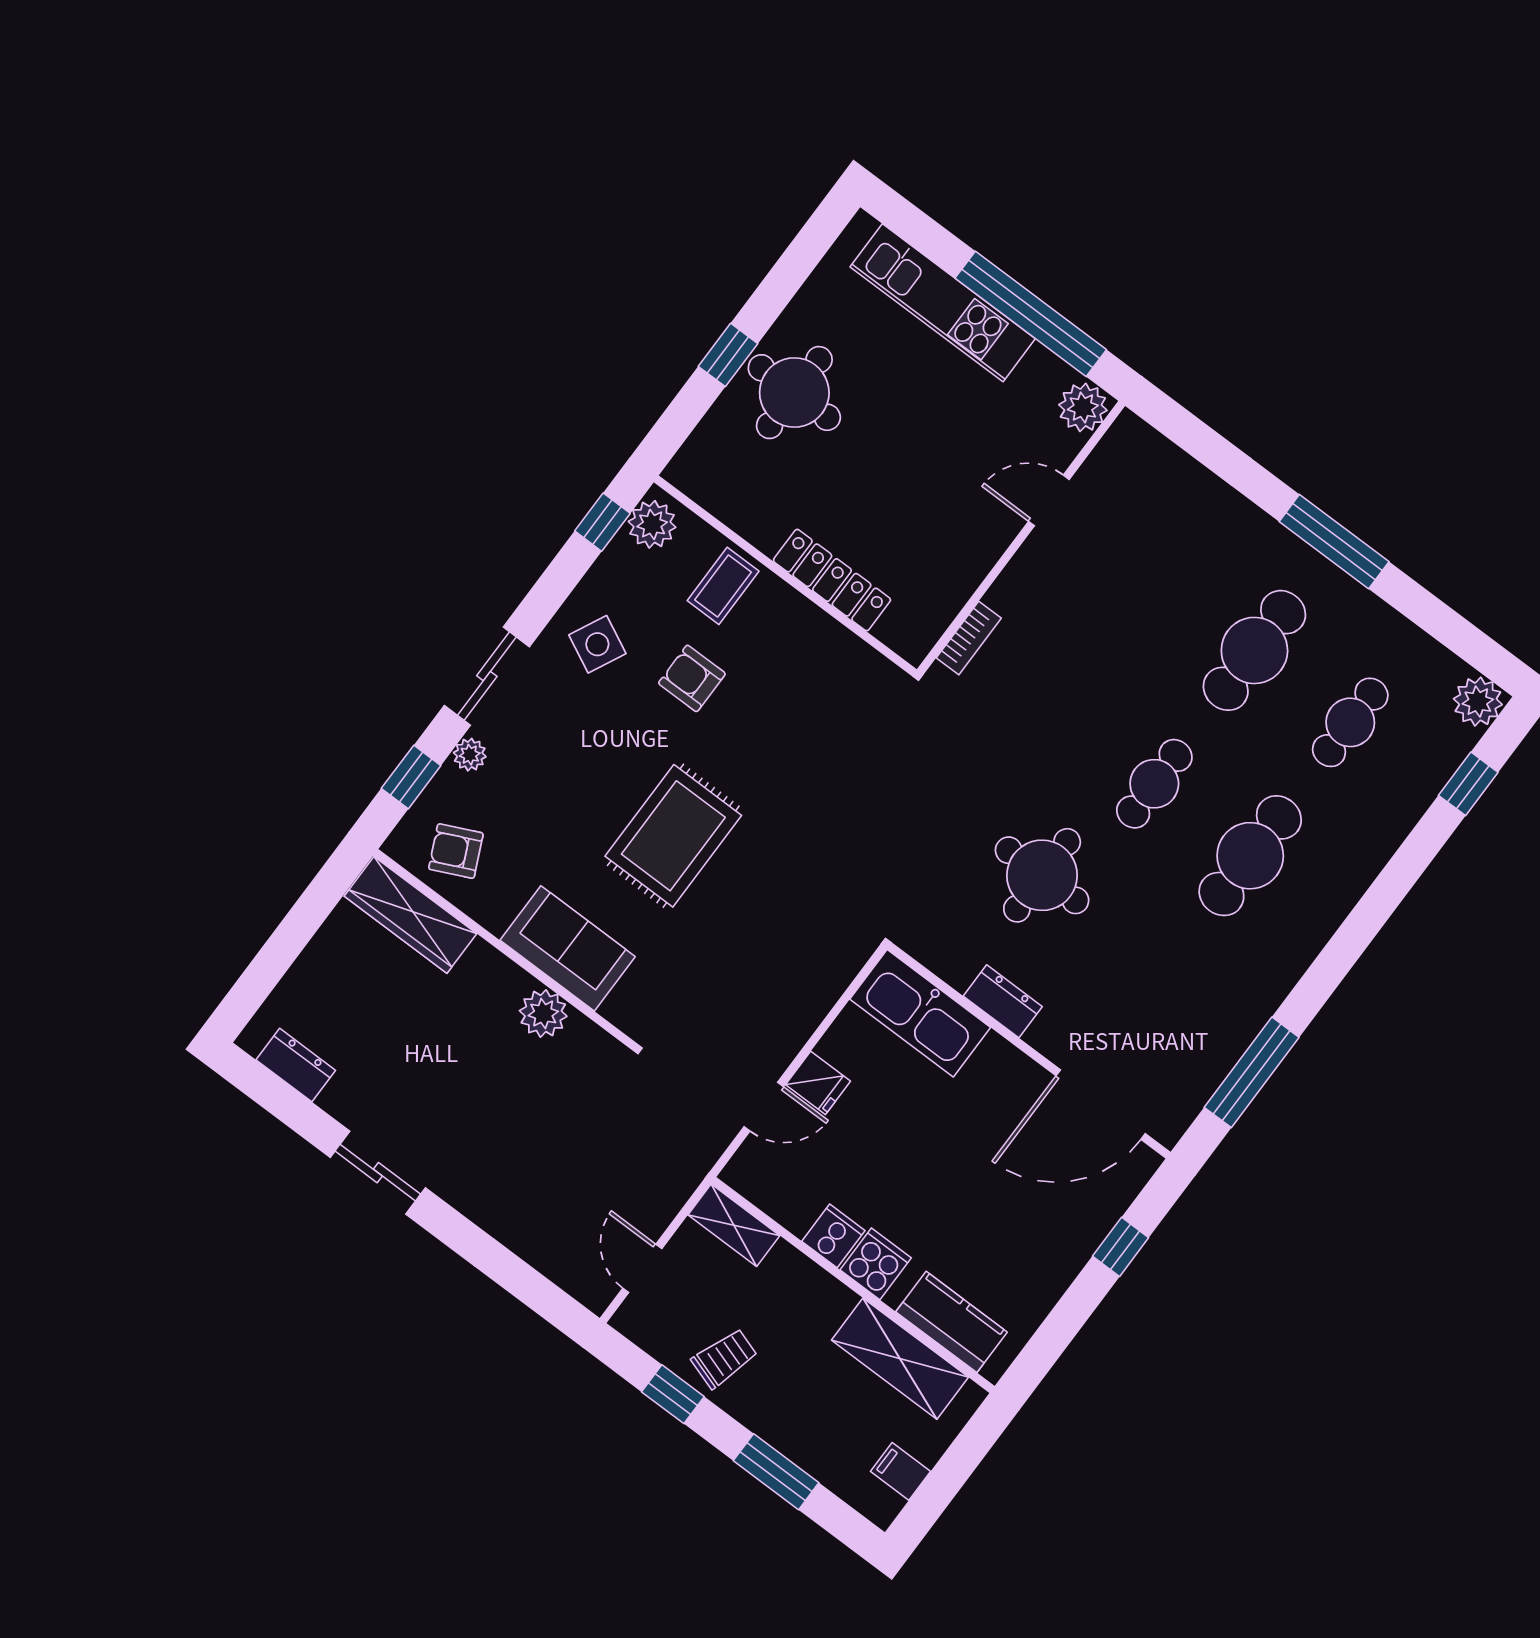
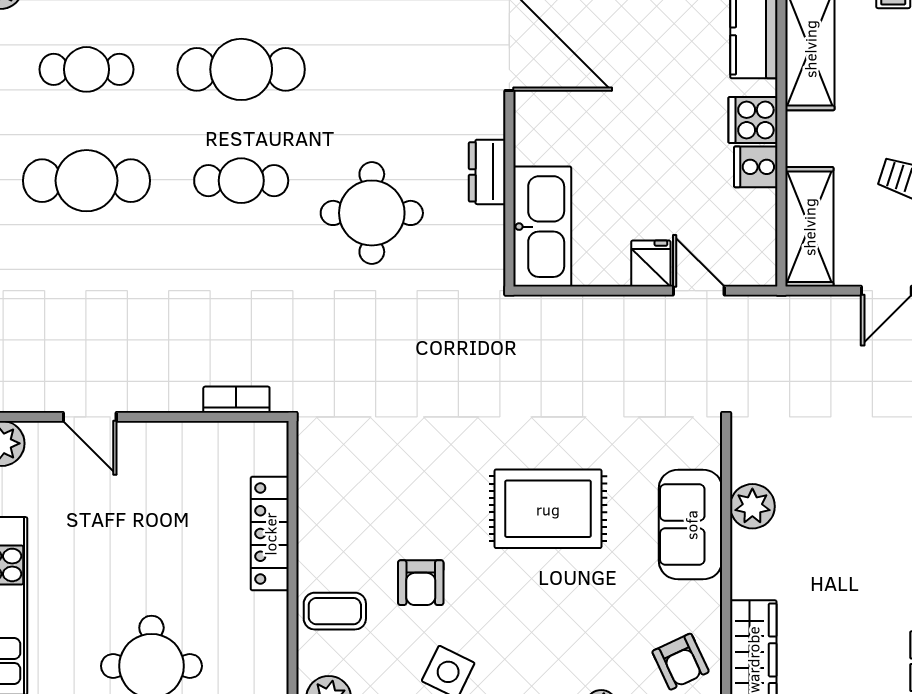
shelving: (734, 1225) -> (809, 227), width x1.50, depth x1.33

